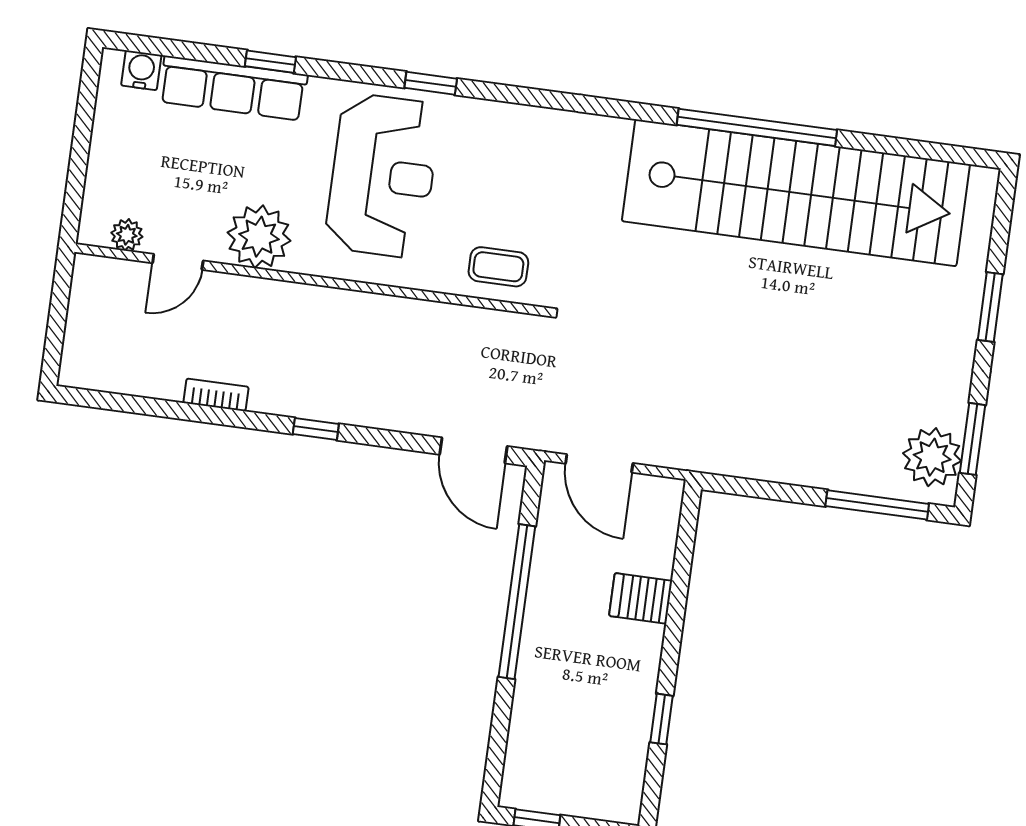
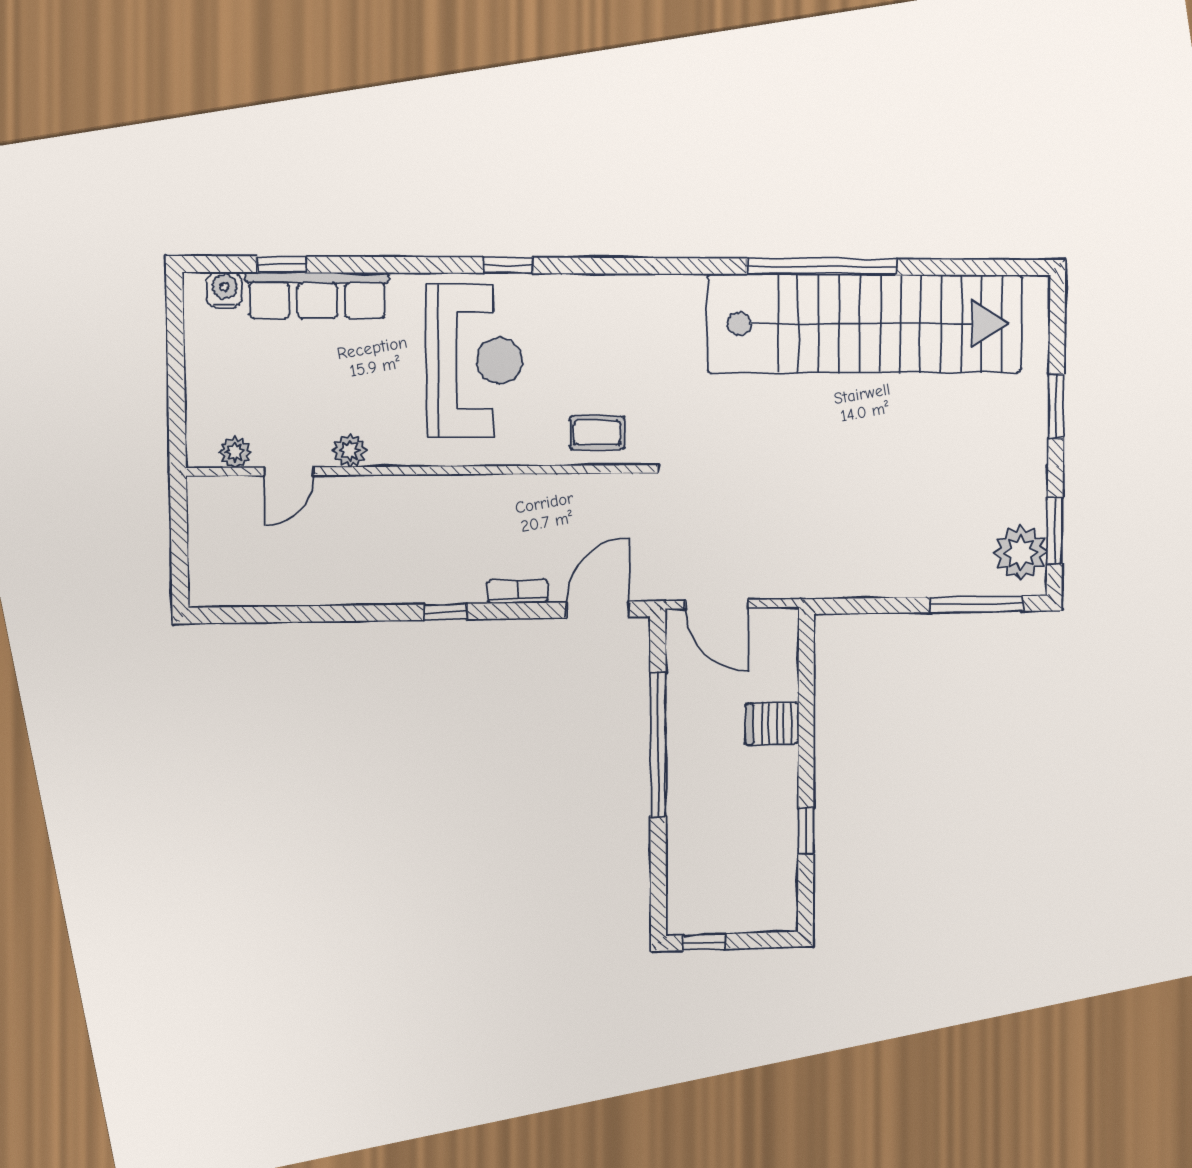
window: (270, 62) -> (281, 264), moved
plant: (259, 237) -> (350, 451), width x0.53, depth x0.53
bookcase: (216, 395) -> (517, 591), moved
door: (473, 450) -> (598, 610), swing flipped

